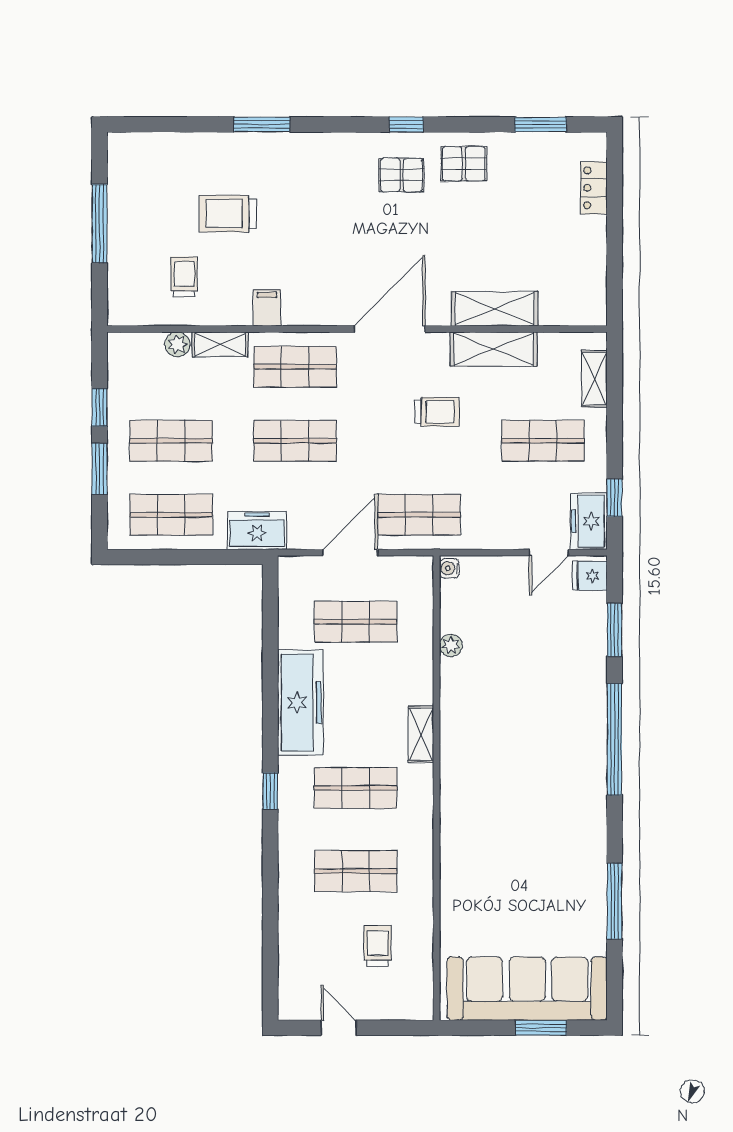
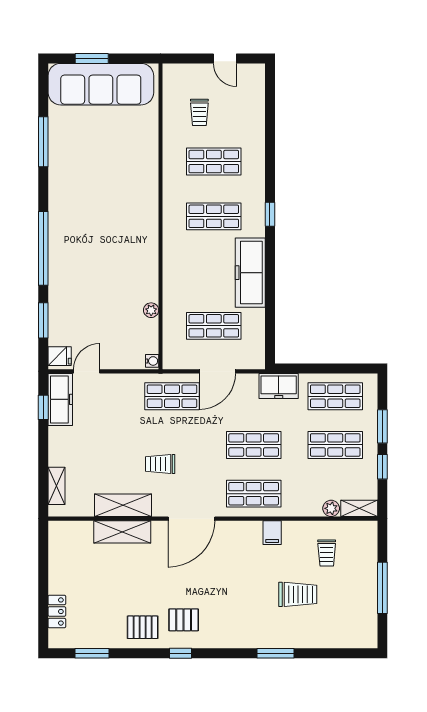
shelving: (220, 344) -> (359, 508), moved
shop shelf: (543, 441) -> (90, 445), removed
freezer: (589, 521) -> (60, 399), width x1.40
shelving: (421, 734) -> (171, 252), removed

